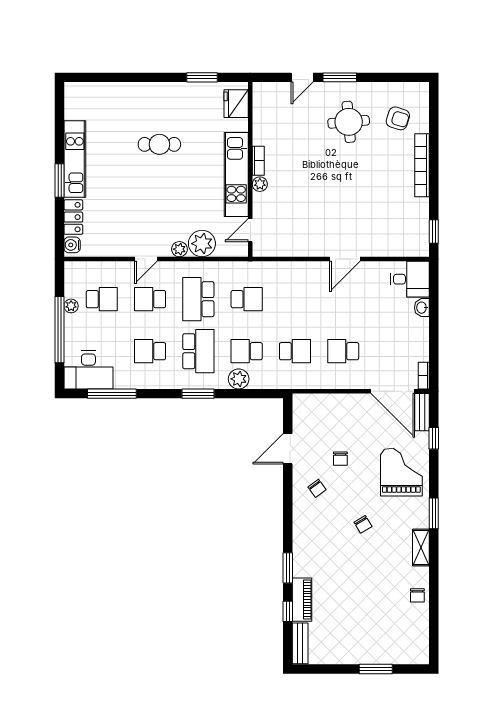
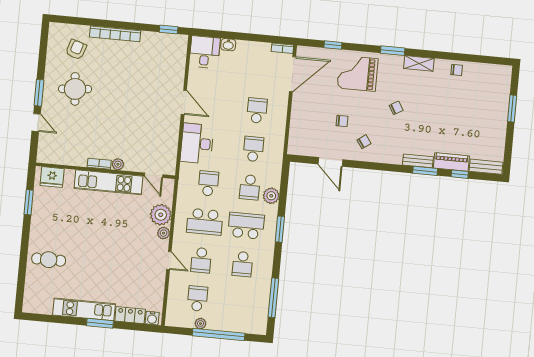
cafe table: (159, 144) -> (49, 260), moved, turned 90
school desk: (343, 351) -> (257, 111), turned 180
desk: (88, 370) -> (197, 144), moved, turned 180
bench: (422, 412) -> (418, 161), moved

